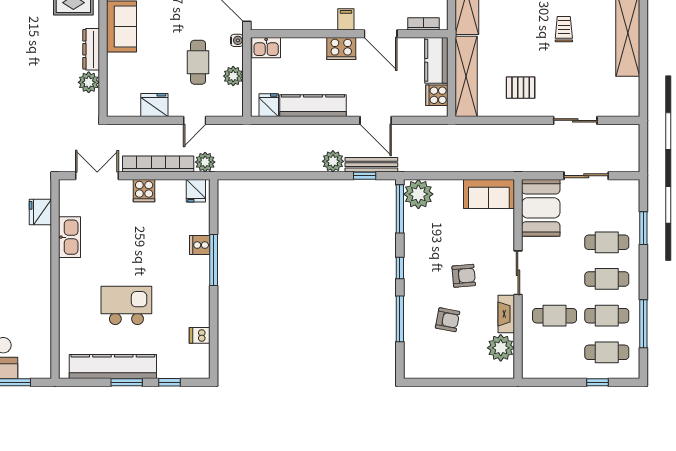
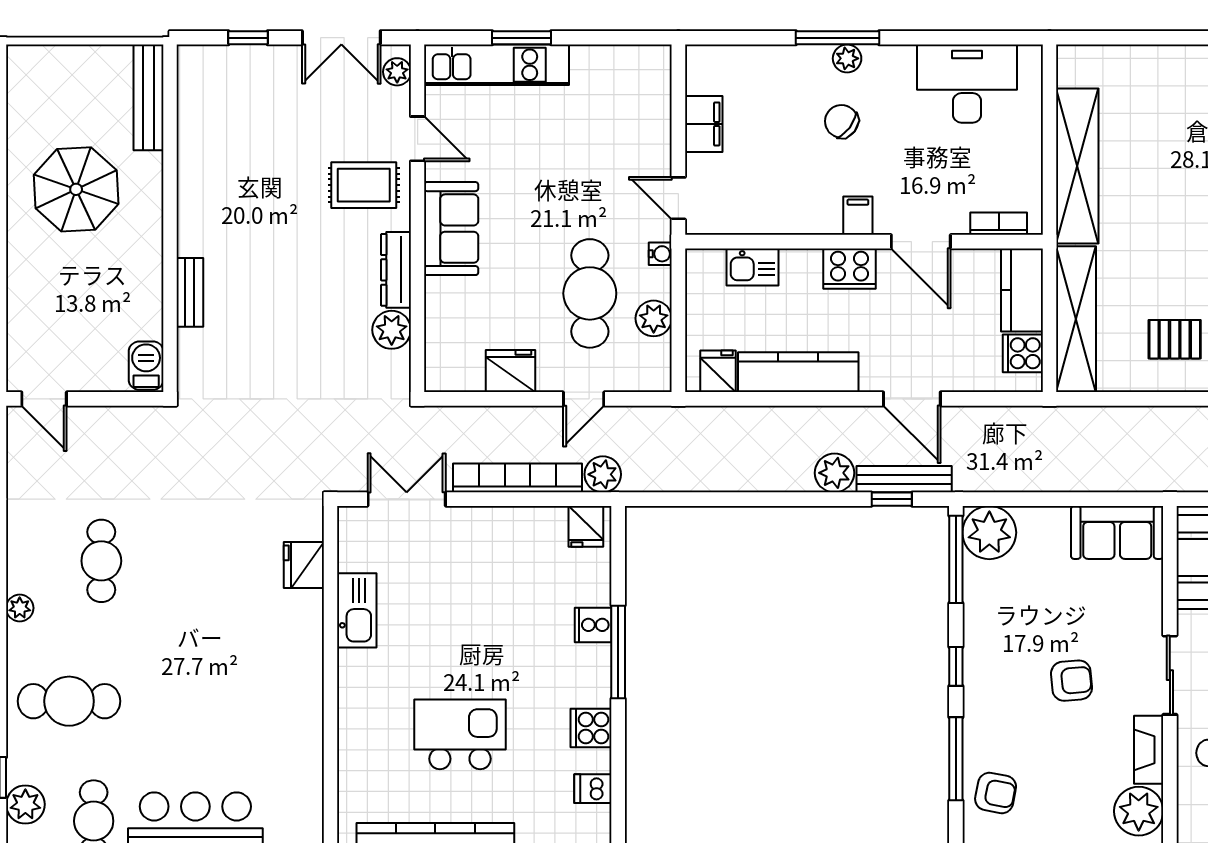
kitchen sink: (266, 48) -> (752, 267), moved
cafe table: (198, 62) -> (590, 293), width x1.37, depth x1.35
cooker: (144, 191) -> (591, 728), moved, turned 90
armchair: (448, 320) -> (996, 793), moved

